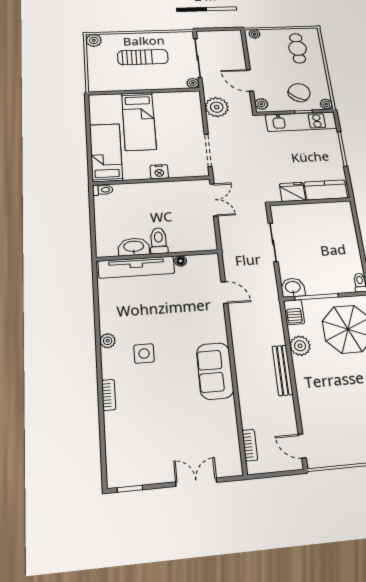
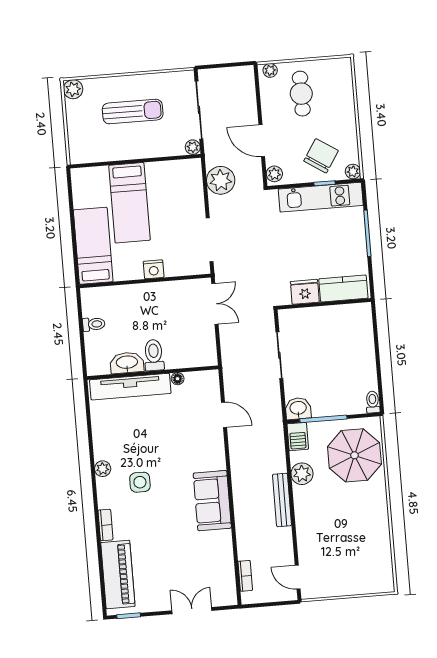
cafe table: (298, 48) -> (301, 94), moved
toilet: (103, 190) -> (94, 324), moved
piano: (120, 445) -> (118, 574), added

